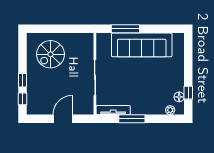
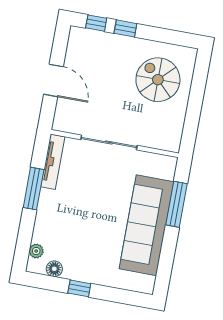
window: (188, 93) -> (79, 288), moved

